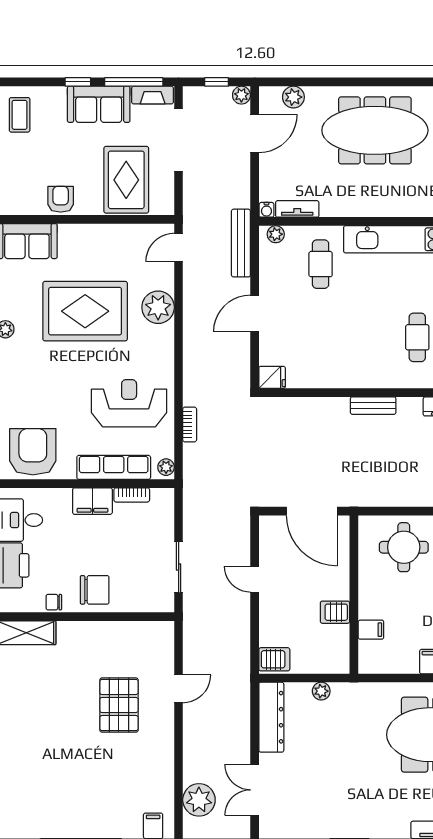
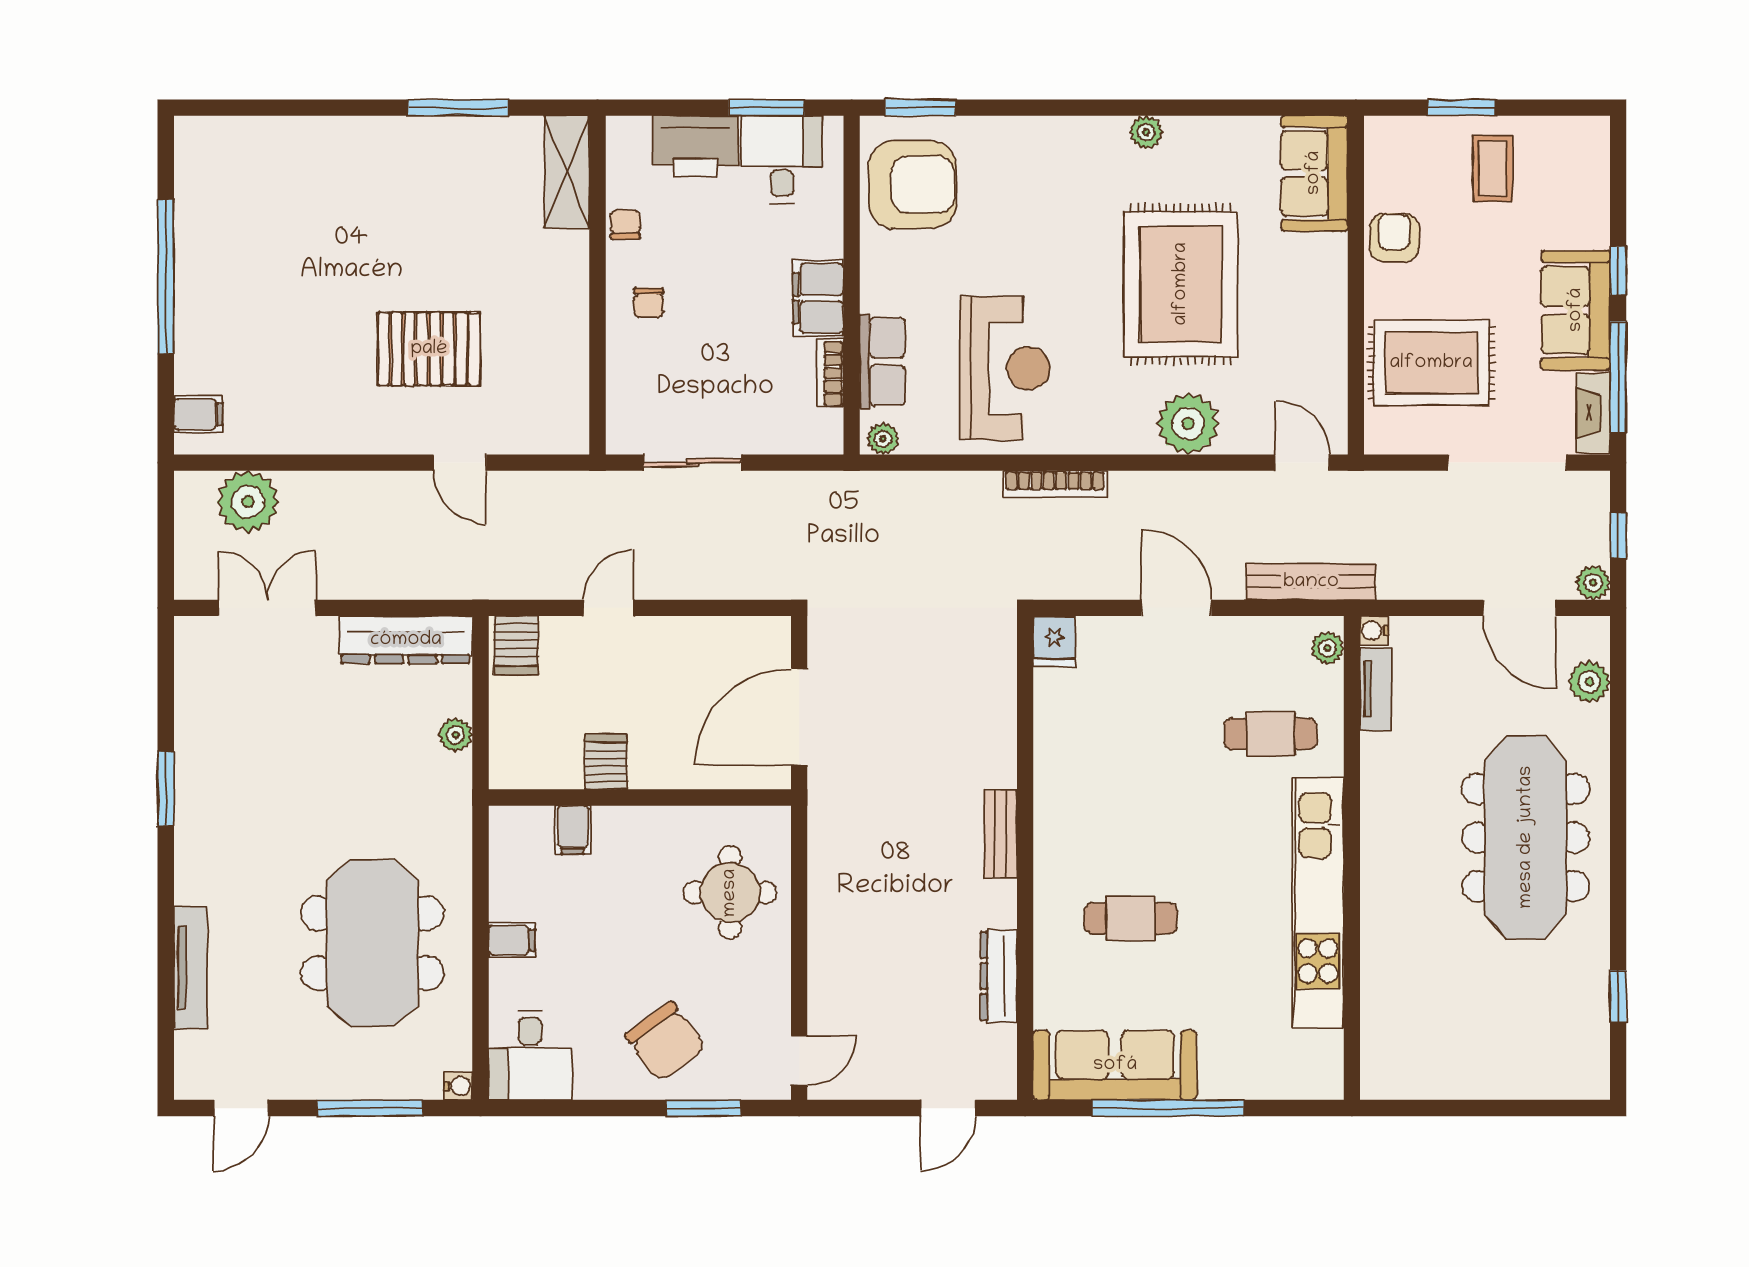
coffee table: (20, 115) -> (1493, 168), moved, turned 90
armchair: (61, 199) -> (1394, 238), turned -90
bookcase: (190, 425) -> (1055, 484), moved, width x1.56
row of seats: (114, 467) -> (882, 362), width x0.68
door: (255, 579) -> (608, 608), moved
chair: (95, 590) -> (649, 303), width x0.54, depth x0.54

